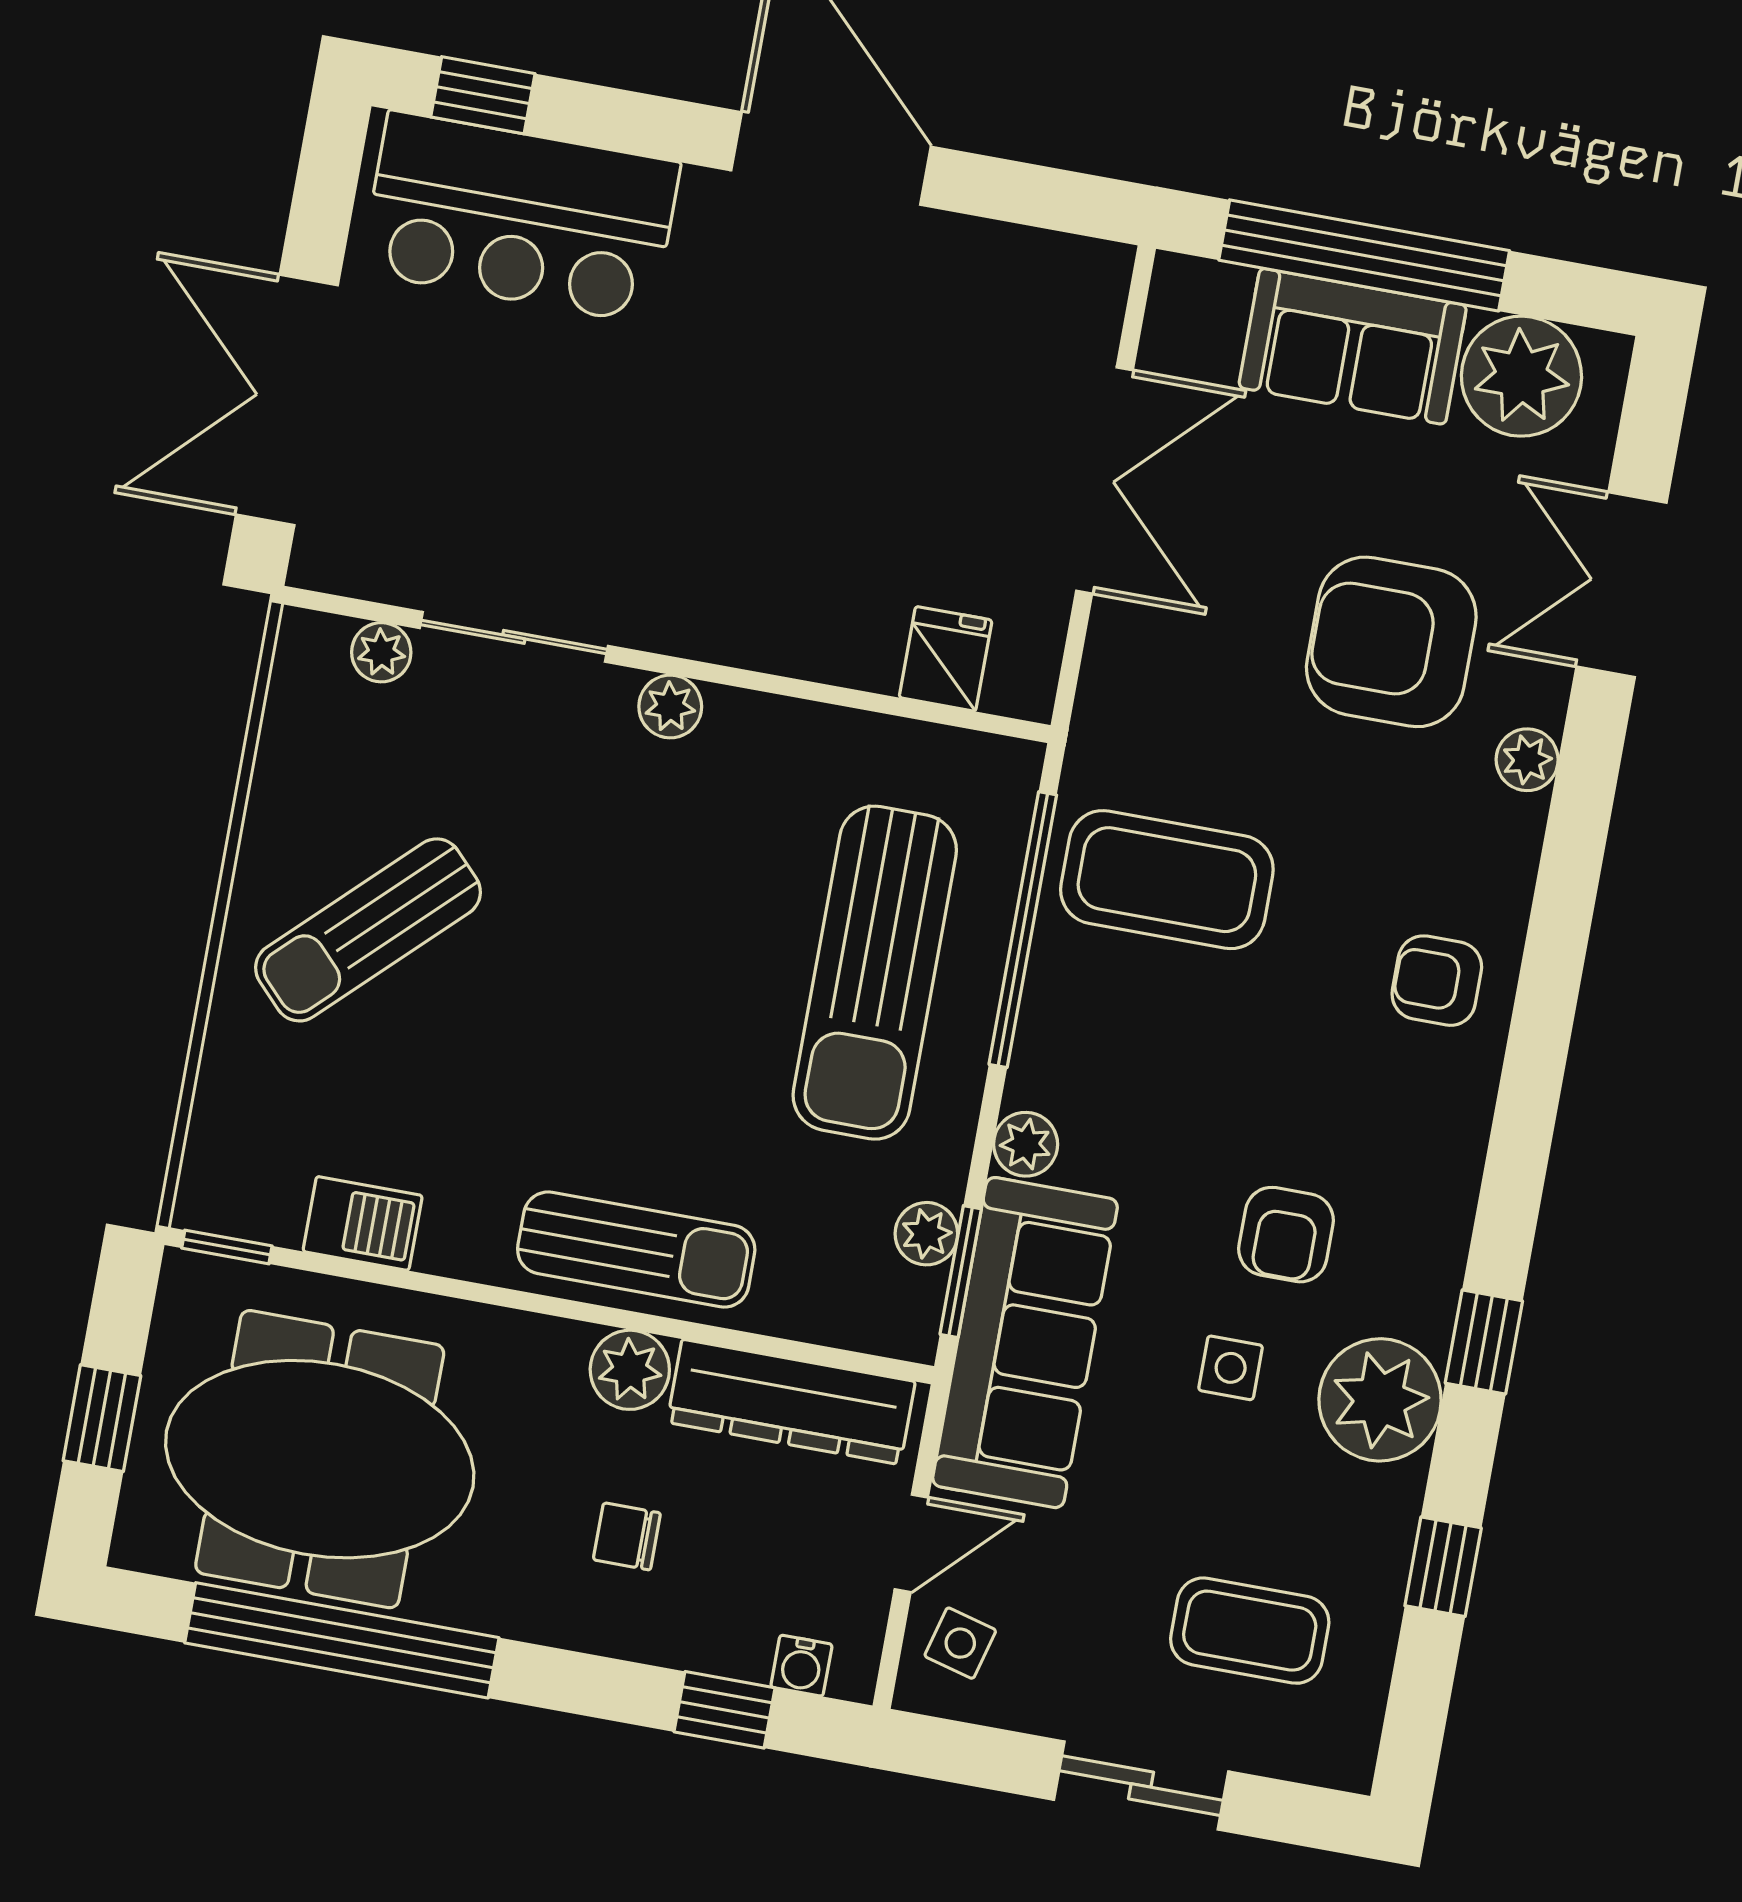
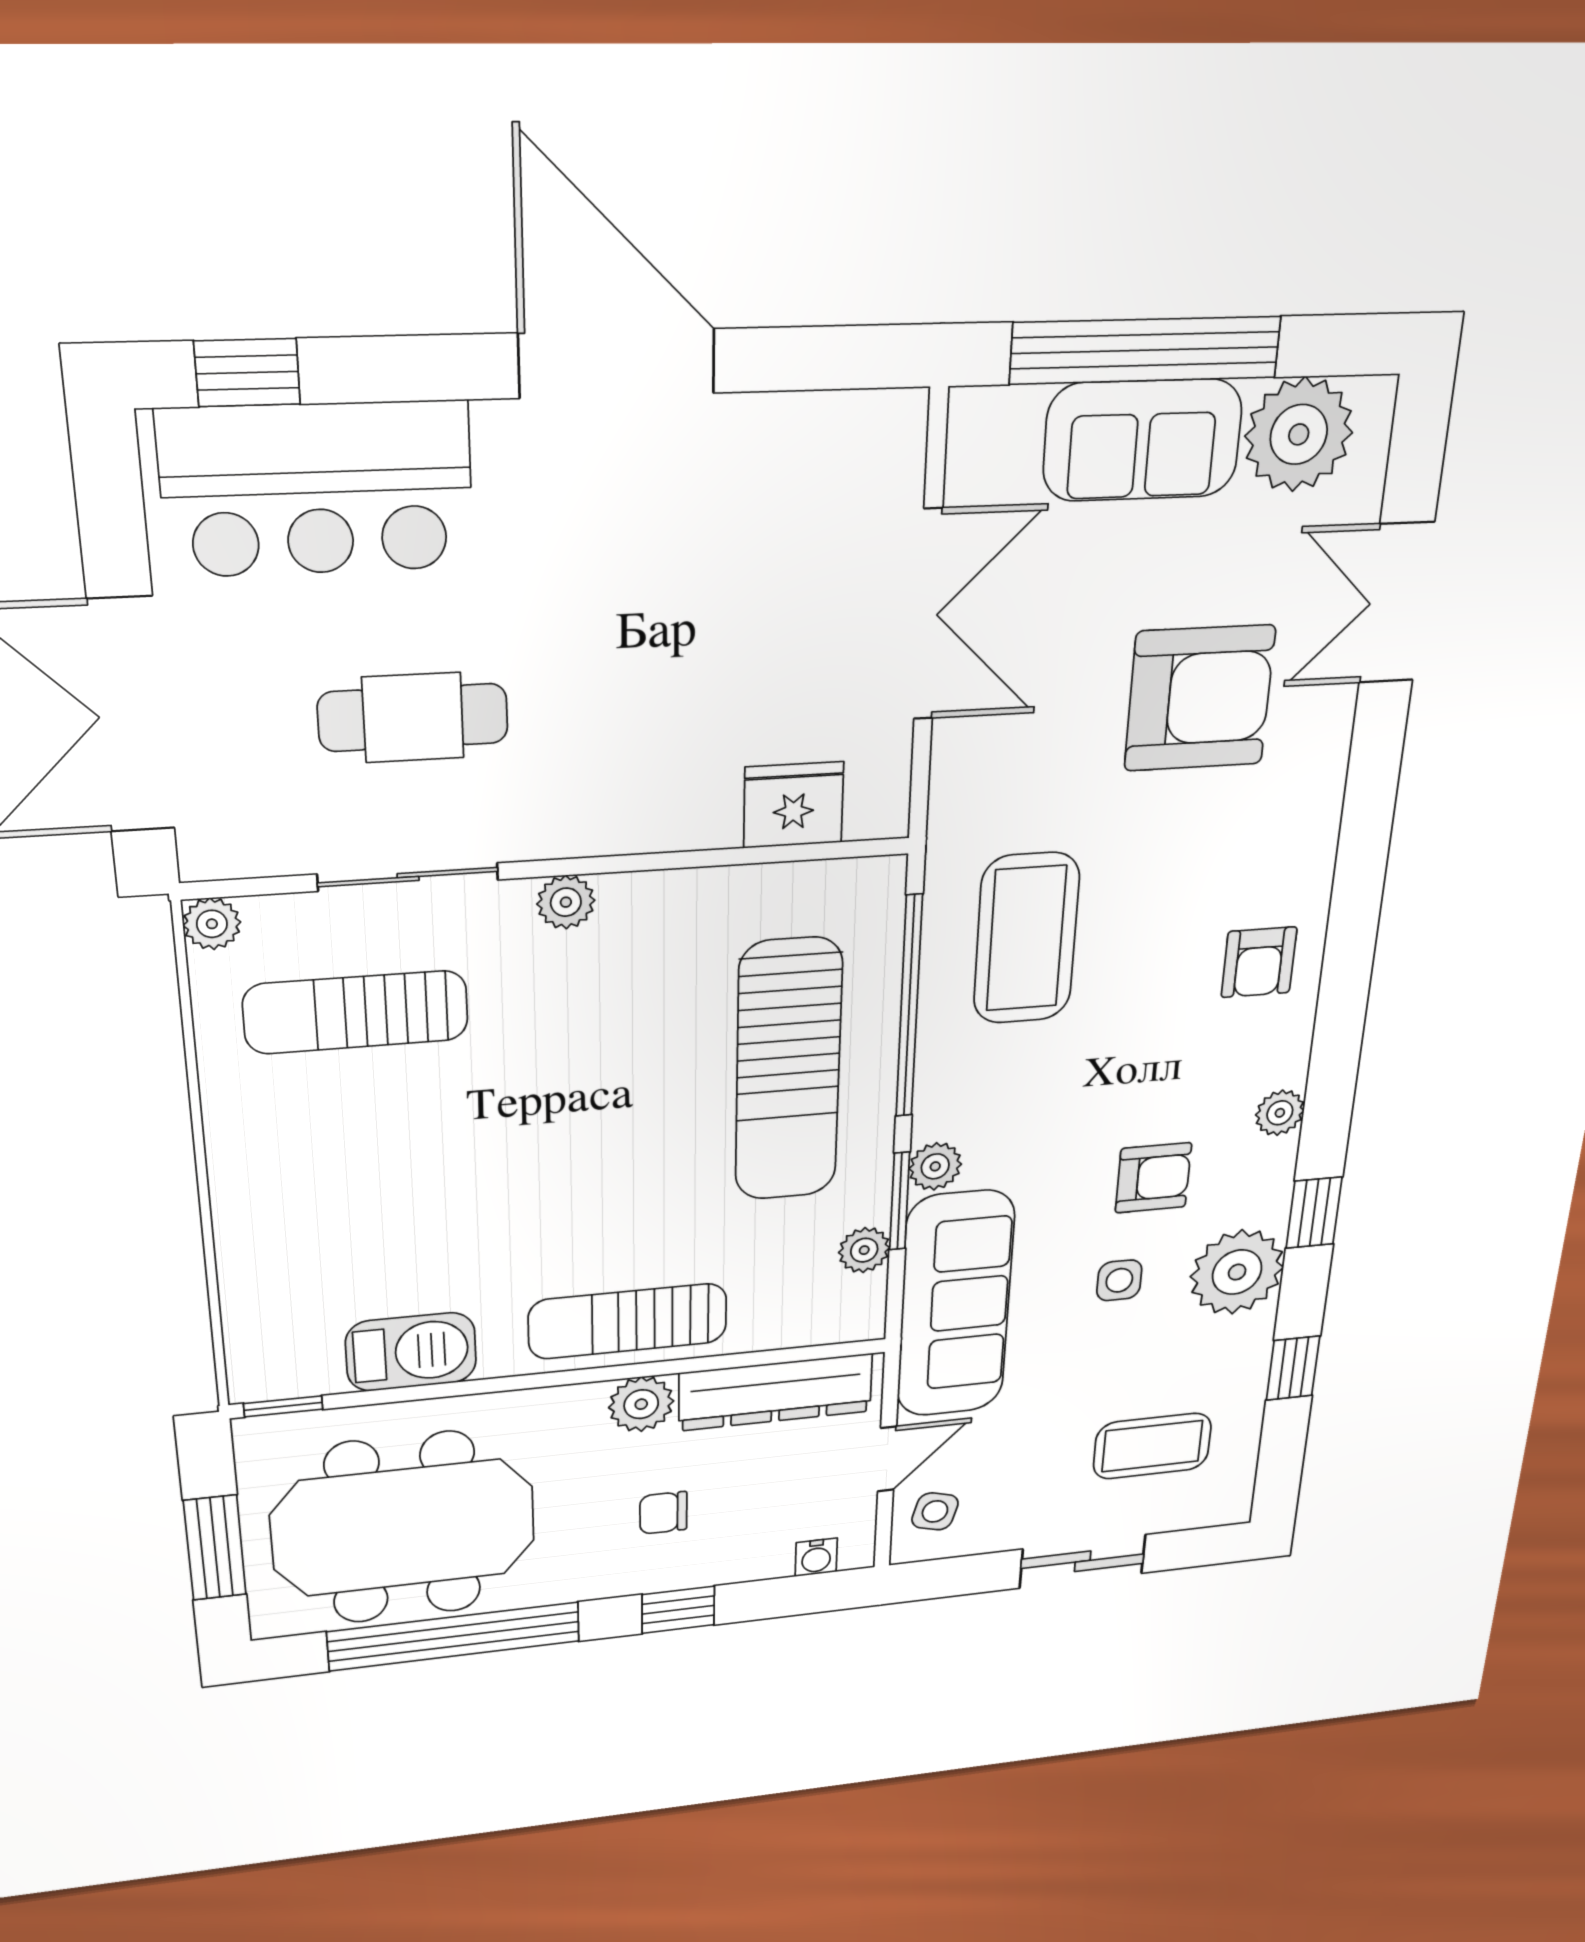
cafe table: (558, 466) -> (413, 718), added
armchair: (1391, 642) -> (1200, 698), turned 180
plant: (381, 652) -> (212, 924), moved
fridge: (946, 659) -> (793, 805), width x1.38
plant: (1527, 760) -> (1280, 1113), moved
coffee table: (1167, 880) -> (1026, 939), turned 90
sun lounger: (368, 930) -> (356, 1012), moved, turned 44
armchair: (1437, 981) -> (1259, 962), turned -90
barbecue: (363, 1223) -> (411, 1352), width x1.38, depth x1.27
armchair: (1286, 1235) -> (1153, 1178), turned -90
sun lounger: (636, 1250) -> (628, 1321), turned 180
window: (961, 1272) -> (900, 1201), moved
window: (102, 1418) -> (215, 1548), width x1.50
window: (725, 1710) -> (678, 1610), moved

